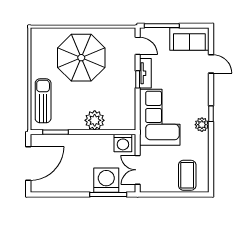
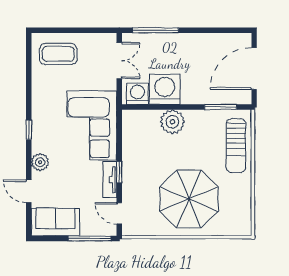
plant: (202, 125) -> (40, 162), moved
coffee table: (187, 175) -> (58, 54), turned 90
washing machine: (106, 180) -> (165, 89), moved, turned 180

